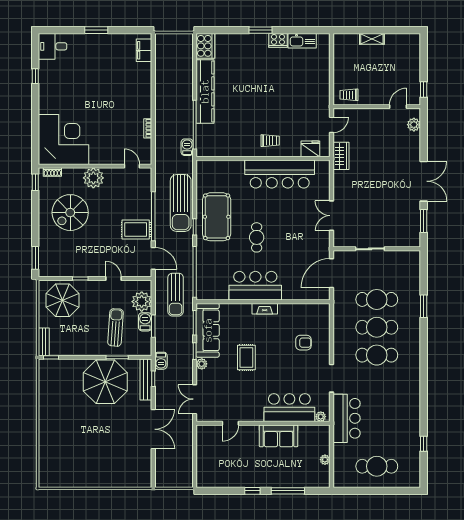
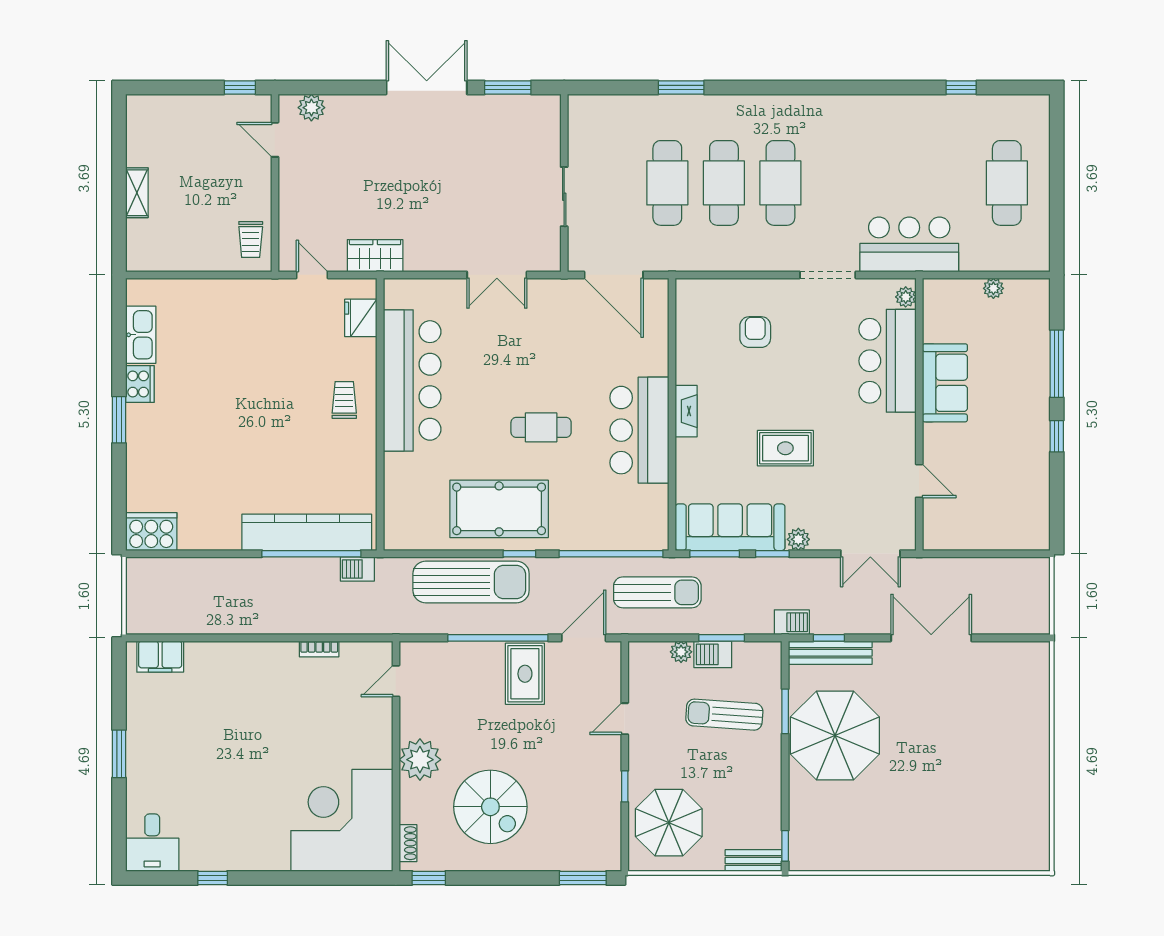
kitchen counter: (205, 91) -> (307, 532), moved
plant: (142, 302) -> (681, 652), width x0.53, depth x0.53

